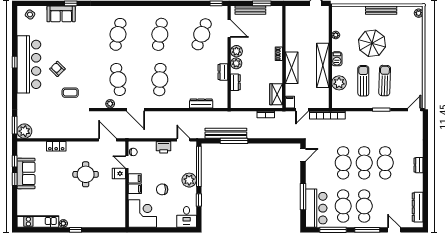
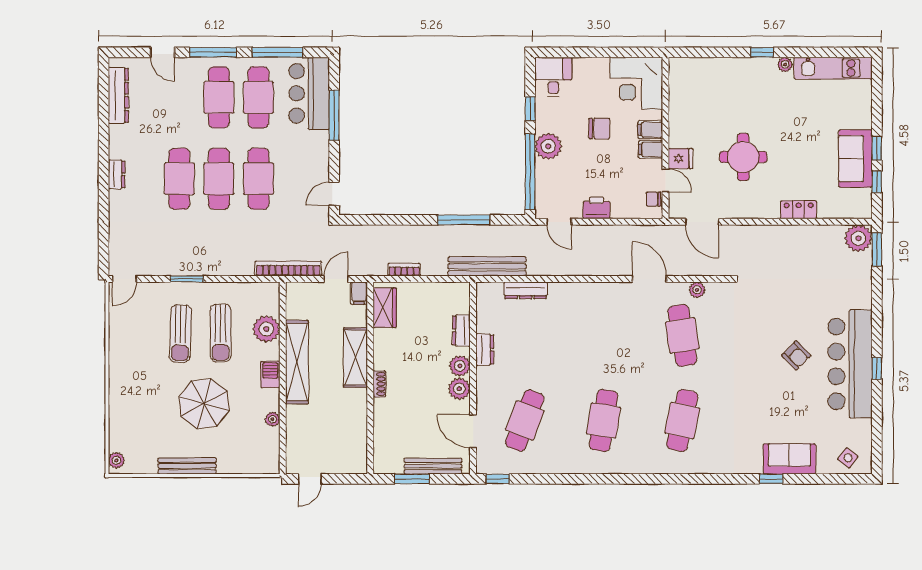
cafe table: (160, 80) -> (604, 335), removed
coffee table: (70, 93) -> (772, 311), removed
bench: (226, 133) -> (487, 266), moved

